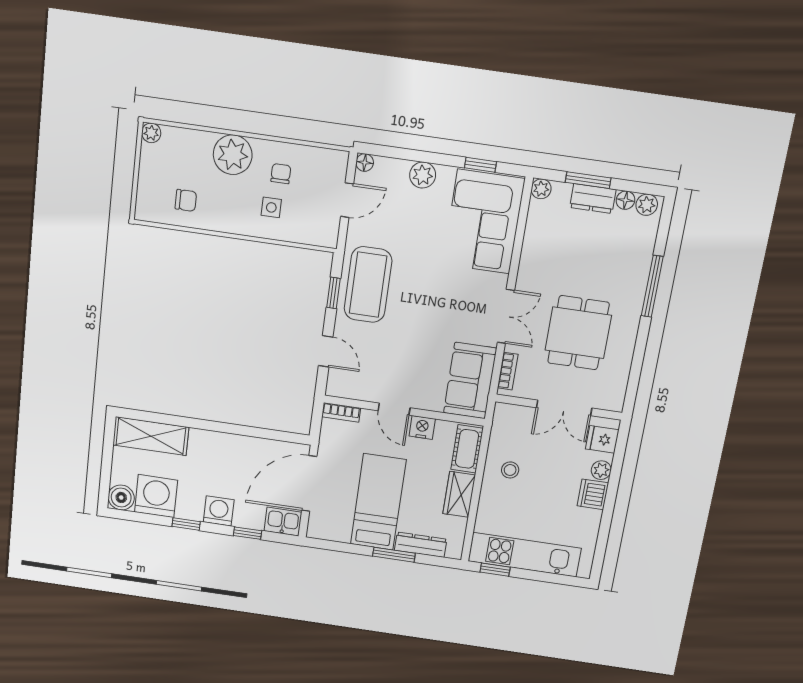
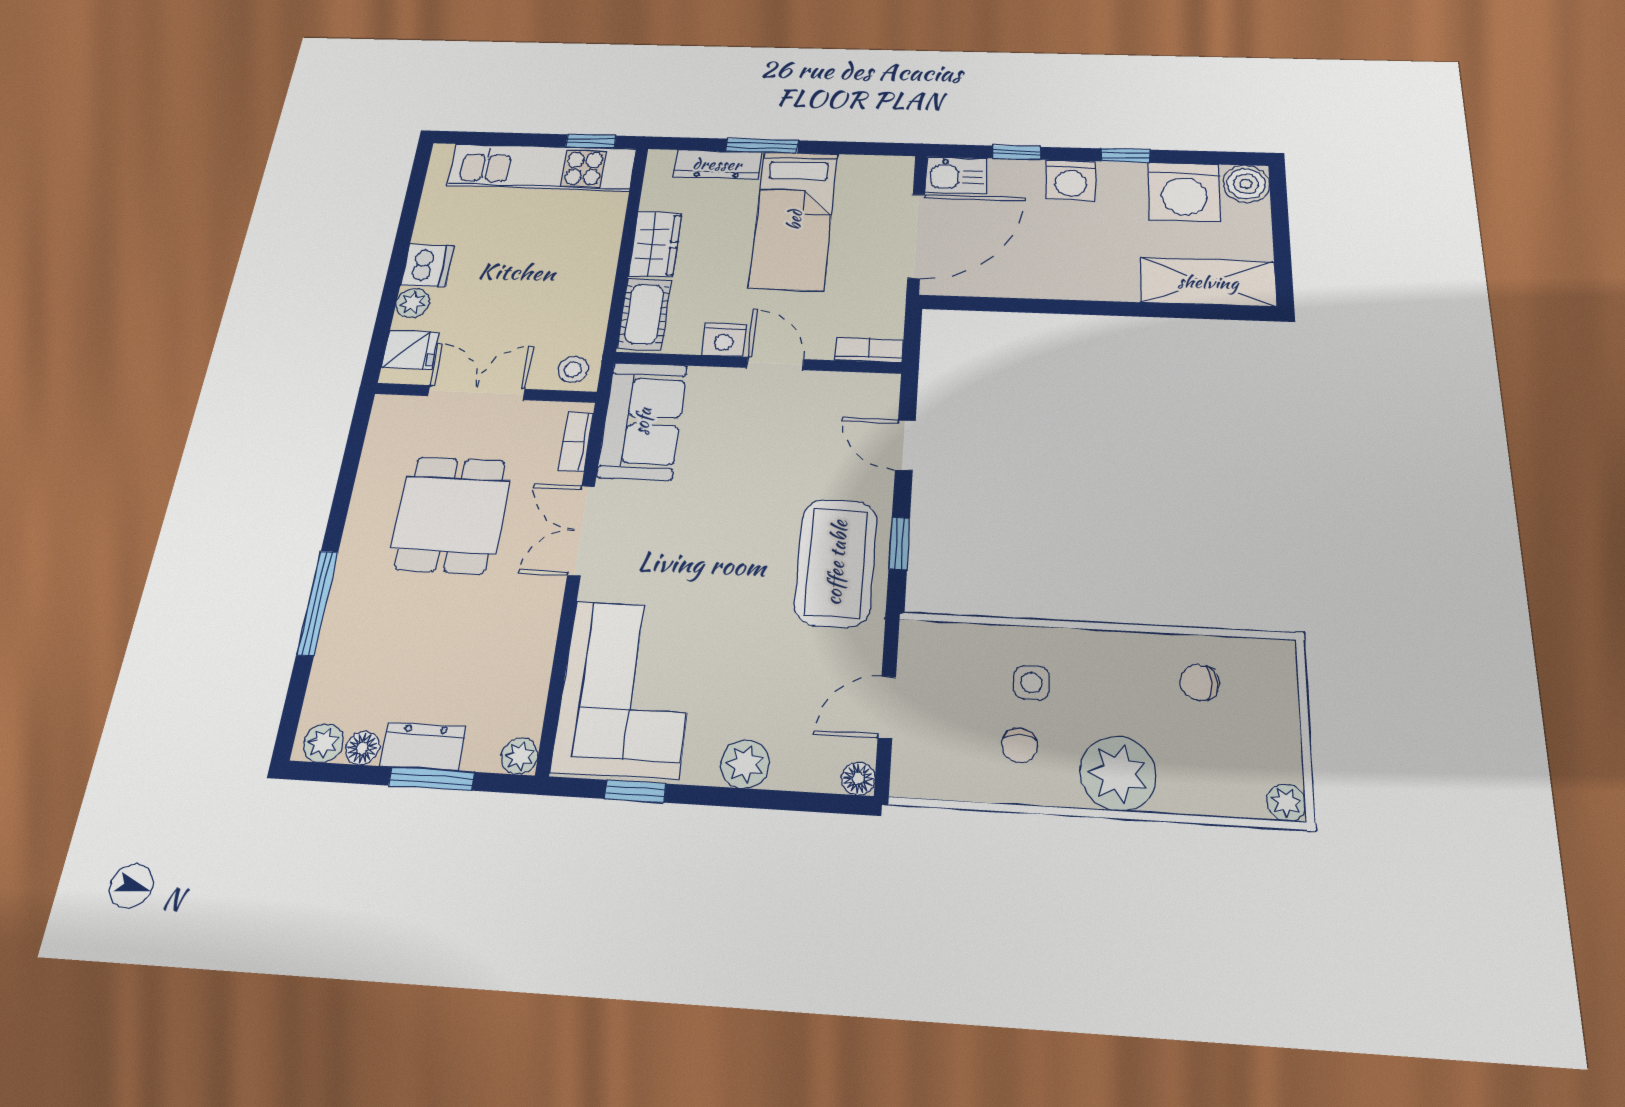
stool: (510, 470) -> (573, 369), moved

